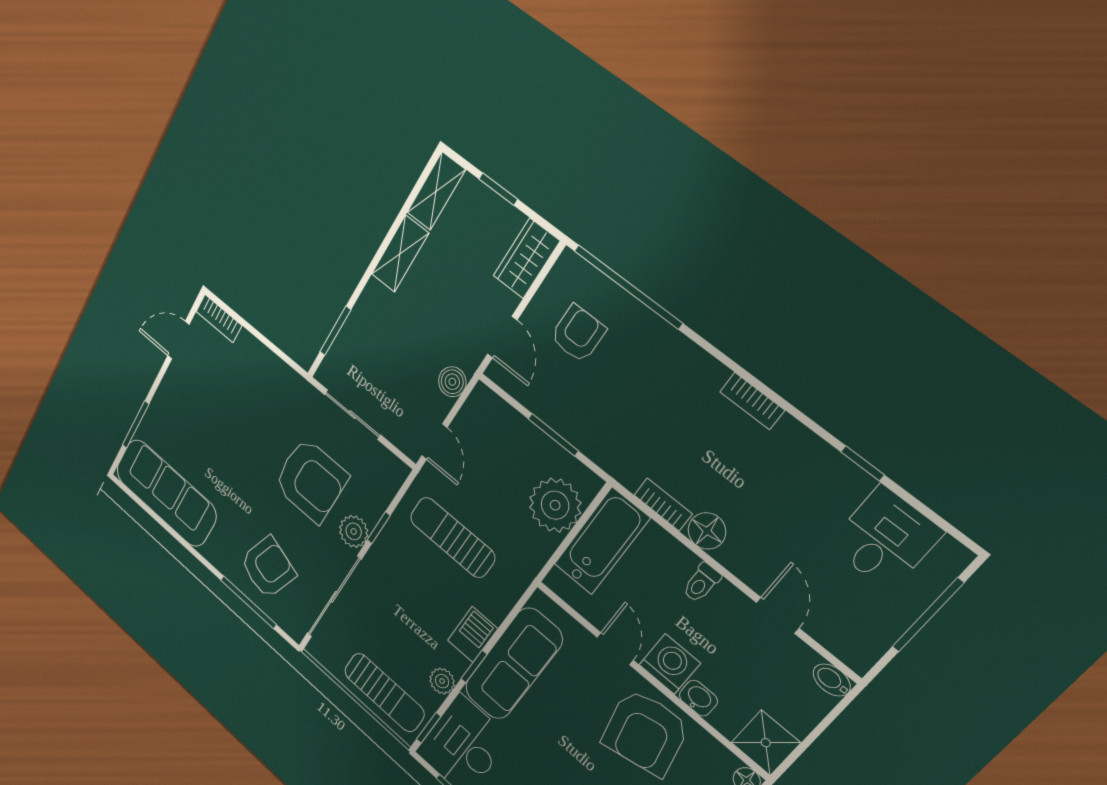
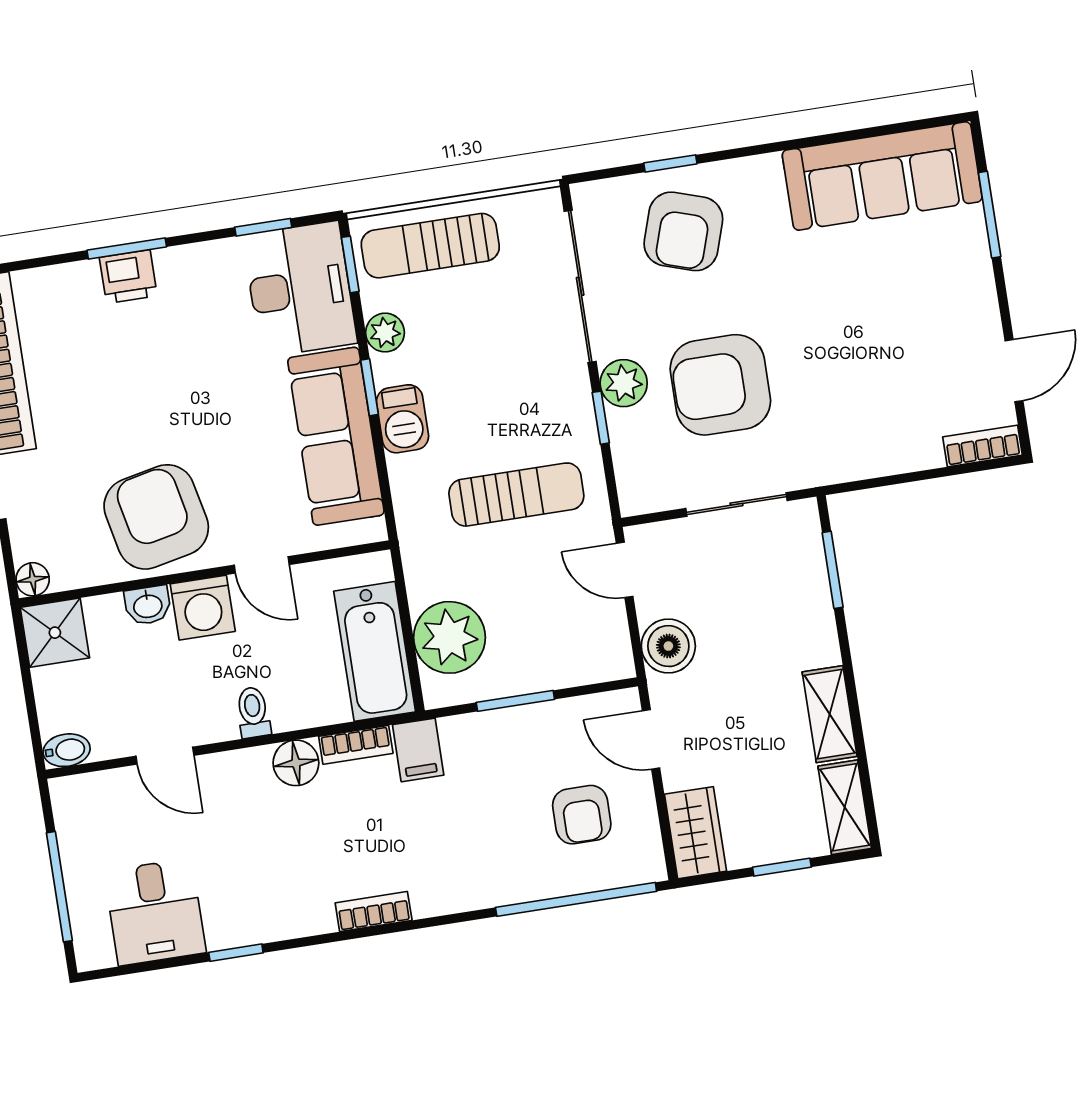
boiler: (452, 382) -> (668, 646), width x1.36, depth x1.36
filing cabinet: (632, 465) -> (418, 750), added
window: (248, 602) -> (670, 163), width x0.46

